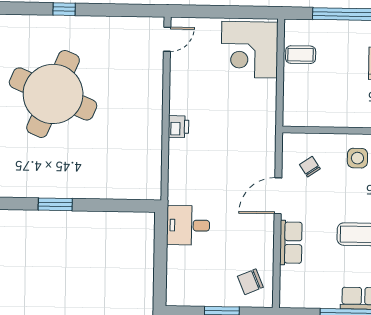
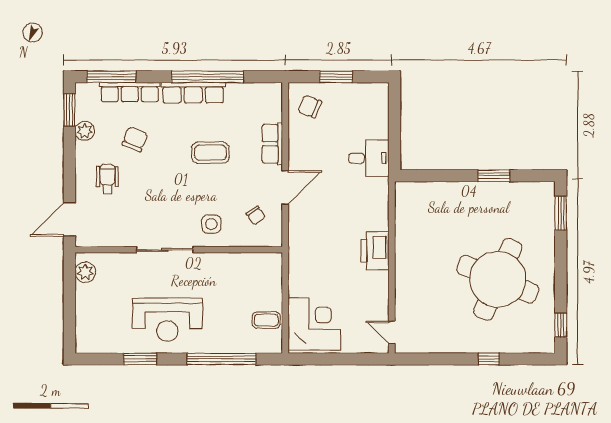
door: (167, 39) -> (392, 332), hinge flipped
printer: (179, 127) -> (375, 251), width x1.87, depth x1.48
chair: (250, 282) -> (310, 106), turned -135

